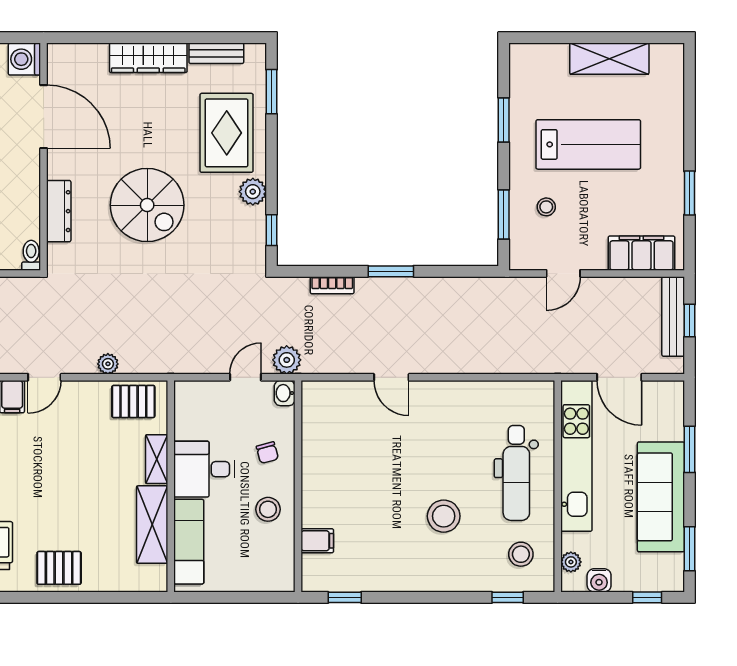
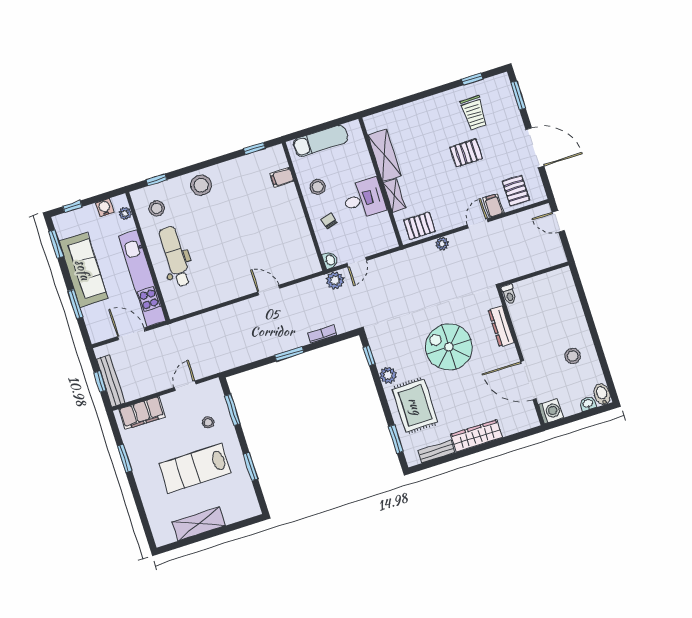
stool: (444, 516) -> (201, 185), moved
exam couch: (189, 542) -> (320, 141), moved, turned -90
pallet: (59, 568) -> (466, 153), moved

